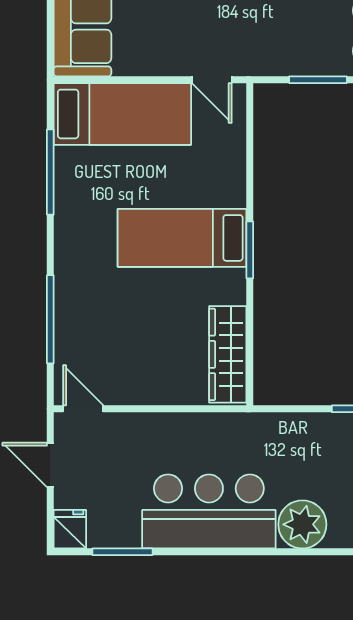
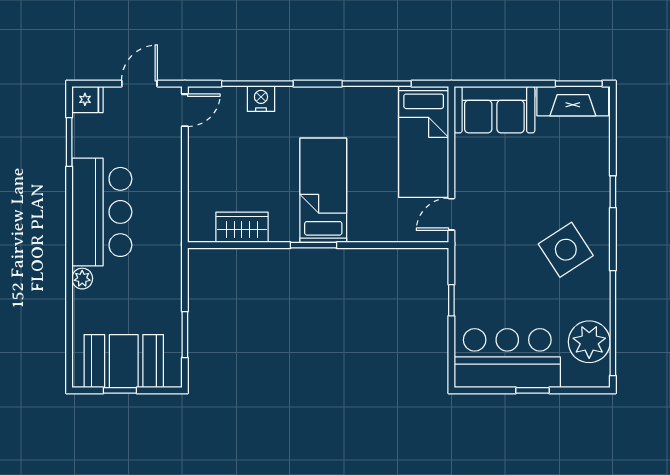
window: (318, 80) -> (451, 300), width x0.67
nightstand: (69, 315) -> (261, 99), added
wardrobe: (228, 354) -> (242, 227), width x0.67
plant: (302, 524) -> (82, 279), width x0.53, depth x0.53

